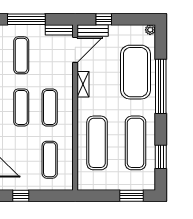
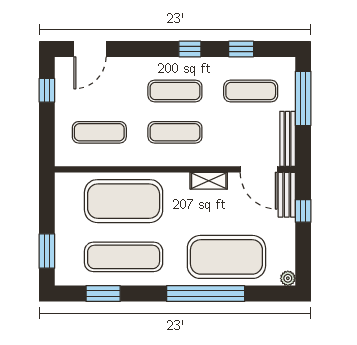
bench: (59, 30) -> (288, 139), width x1.36
exercise mat: (97, 143) -> (124, 201), width x1.47

